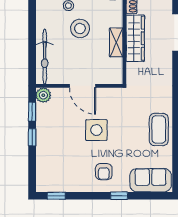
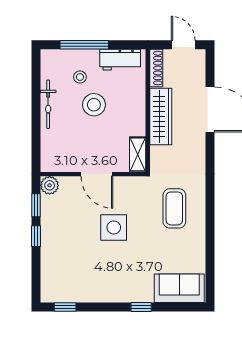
shelving: (116, 42) -> (138, 154), moved
bicycle: (45, 57) -> (48, 104), moved, width x0.73, depth x0.71
coffee table: (159, 129) -> (174, 208), moved
armchair: (104, 172) -> (123, 278), removed

